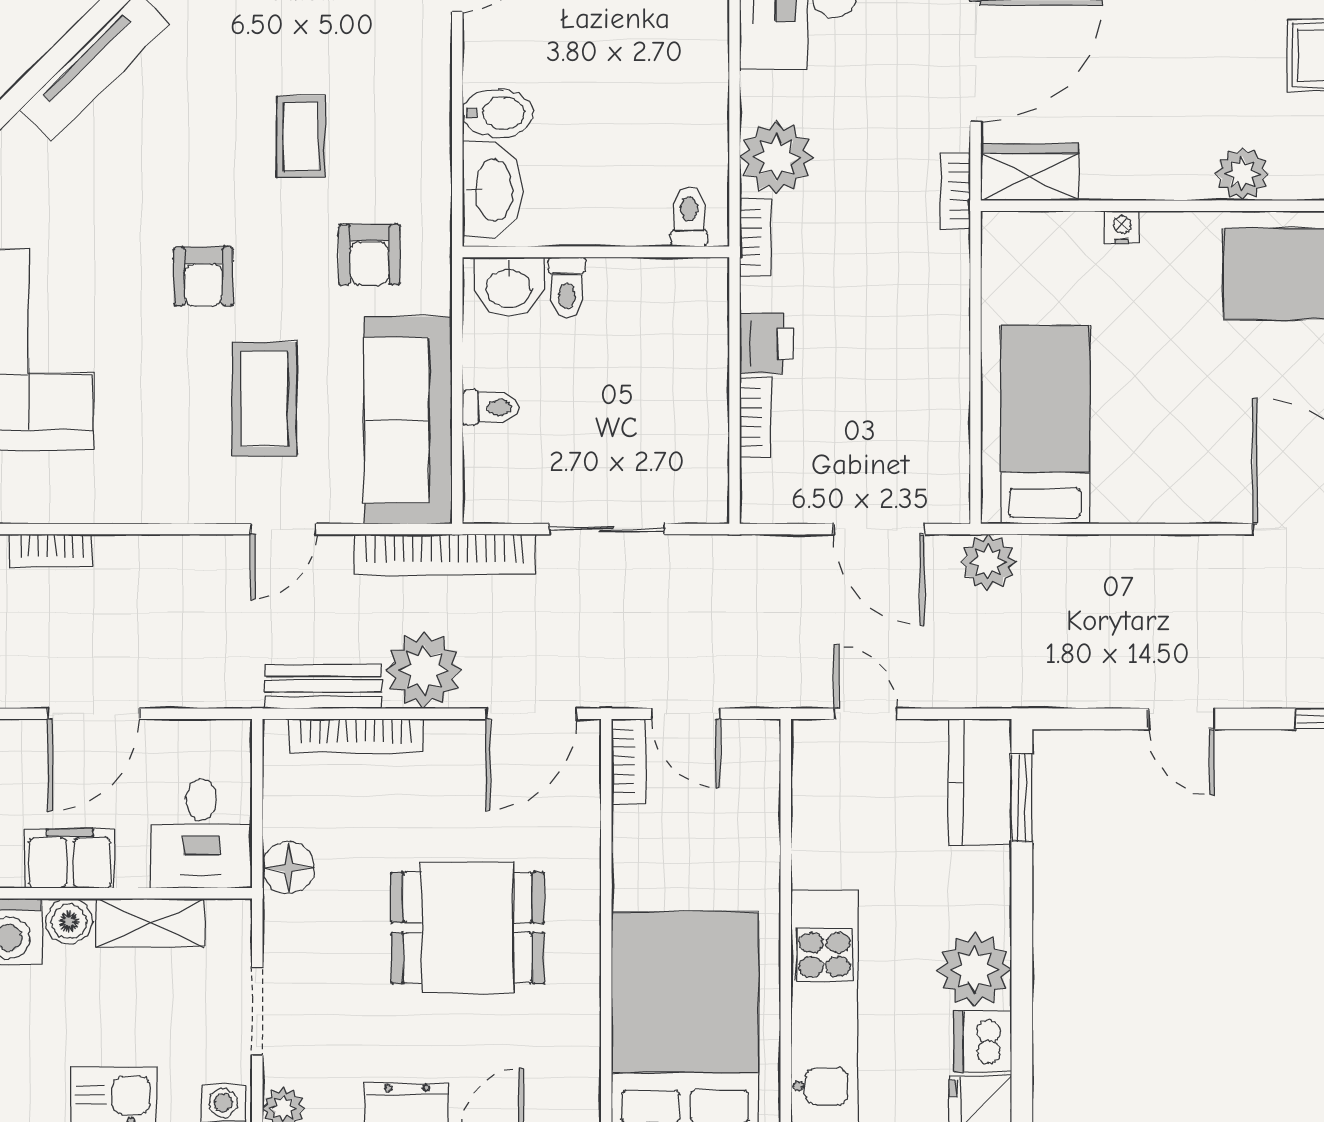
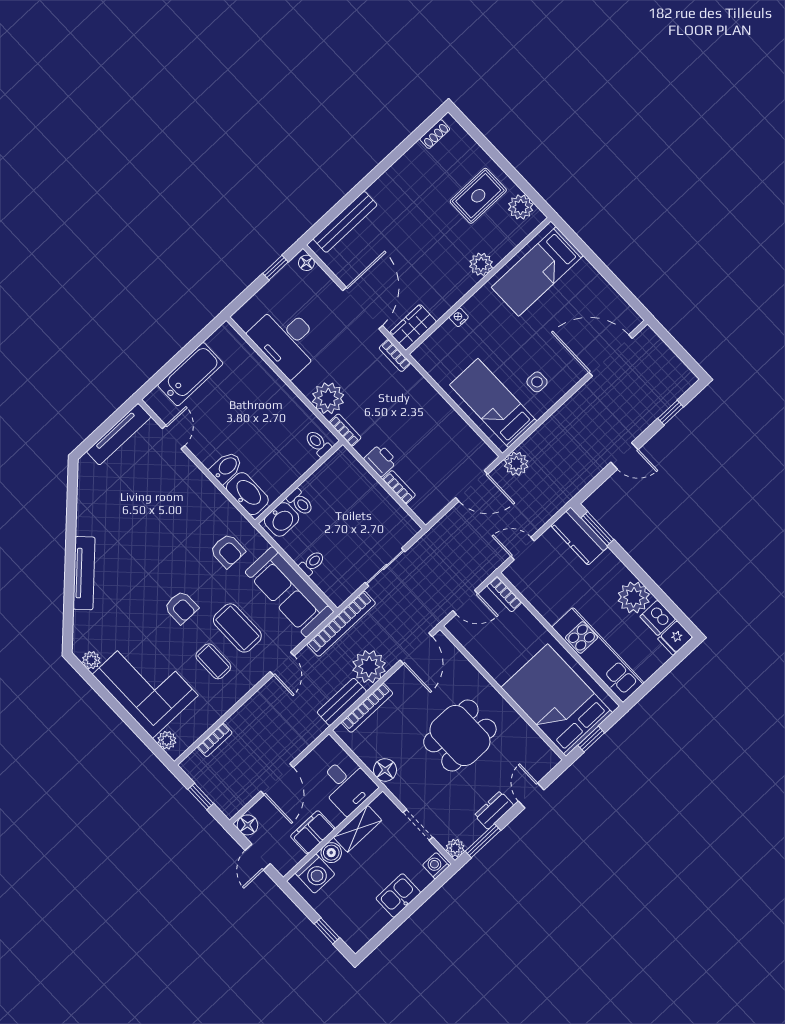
coffee table: (301, 137) -> (213, 661), moved
side table: (1151, 458) -> (537, 382), added
bookcase: (628, 761) -> (504, 594), moved, turned 180

